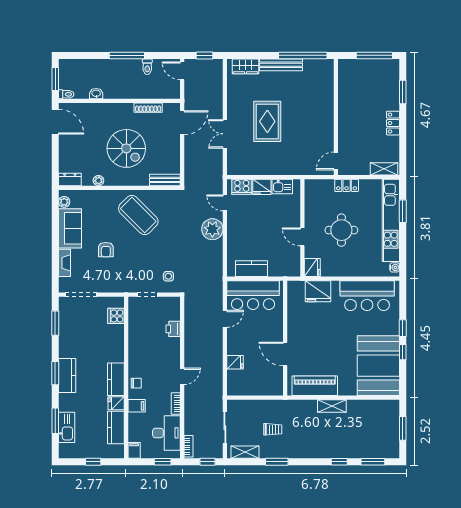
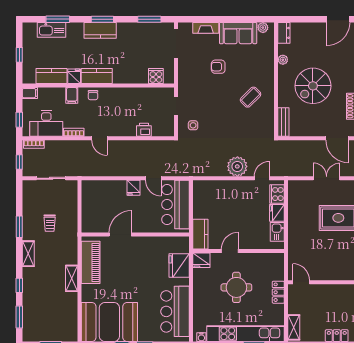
coffee table: (138, 215) -> (251, 97), width x0.54, depth x0.58
kitchen counter: (252, 269) -> (200, 234), moved
fridge: (235, 362) -> (133, 188), moved
shelving: (245, 452) -> (28, 254), moved

